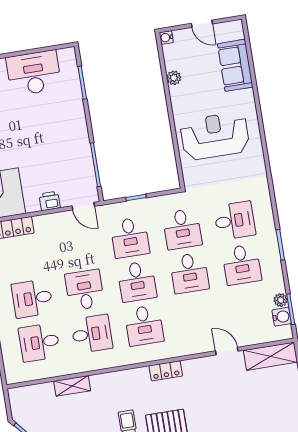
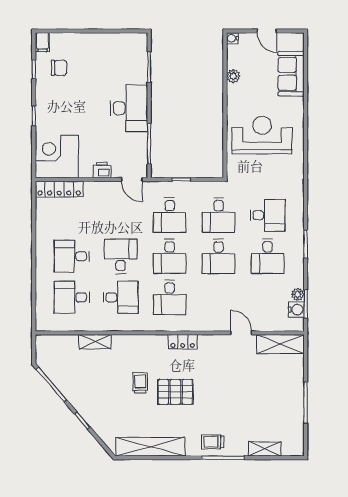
desk: (34, 73) -> (129, 108), moved, turned 90

